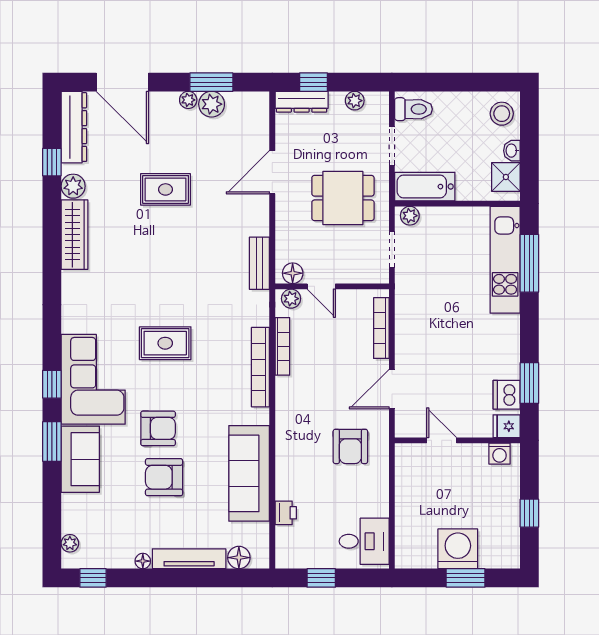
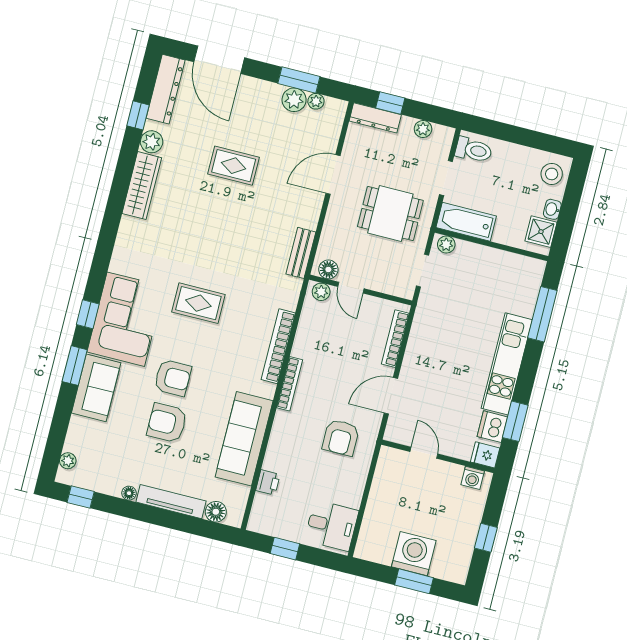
plant: (188, 100) -> (316, 101), moved
kitchen unit: (505, 260) -> (507, 364), moved
bookcase: (282, 346) -> (290, 384), moved

